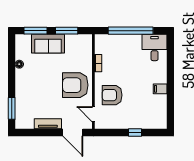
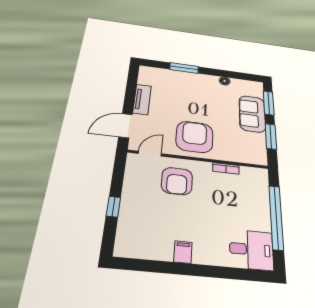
armchair: (112, 95) -> (177, 181), turned 180
window: (12, 108) -> (184, 68), moved

